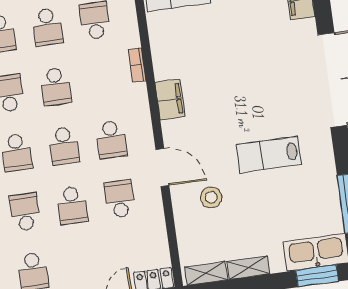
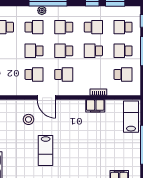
filing cabinet: (170, 100) -> (95, 106), moved
school desk: (111, 139) -> (64, 74), turned 180
lab bench: (269, 154) -> (46, 151), turned 180
door: (162, 167) -> (46, 98), hinge flipped

